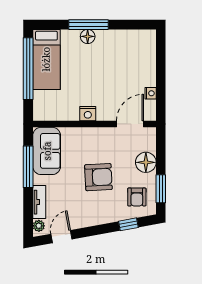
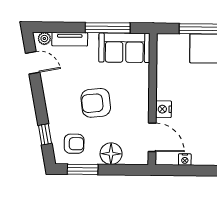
nightstand: (88, 114) -> (164, 109), moved
armchair: (98, 177) -> (96, 103), turned 87
armchair: (137, 197) -> (74, 144), turned 180

